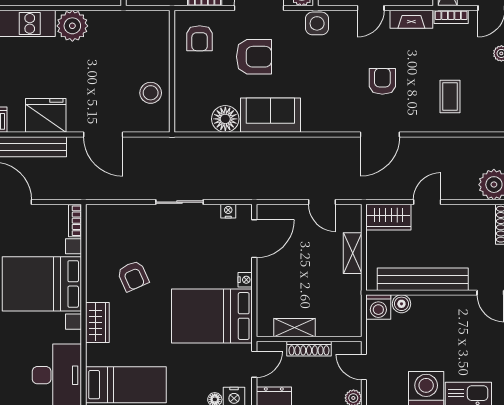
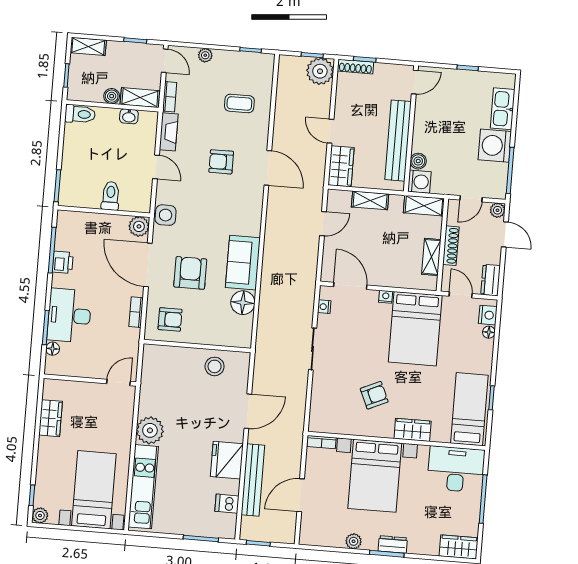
shelving: (352, 314) -> (424, 206), added

